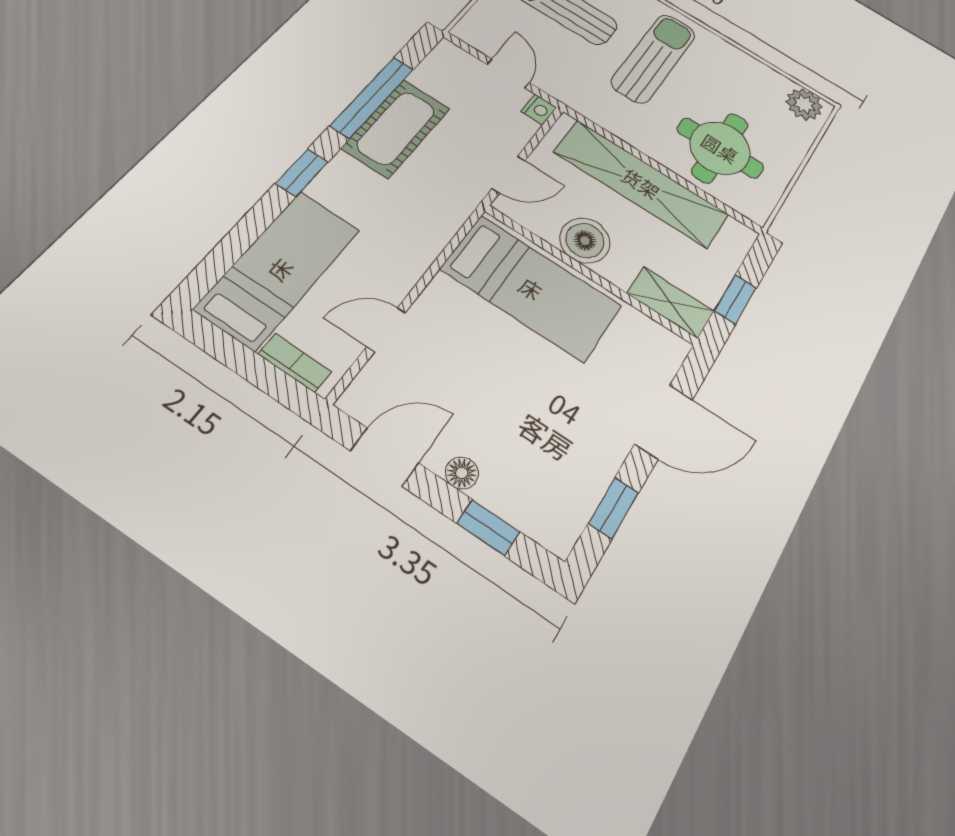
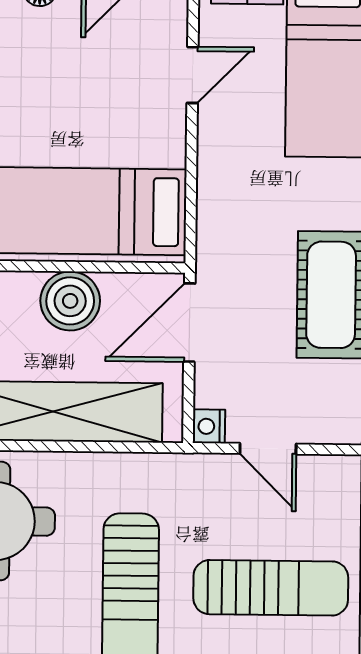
door: (509, 175) -> (189, 323), width x1.38

